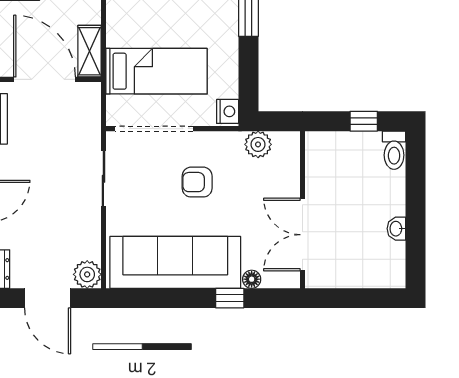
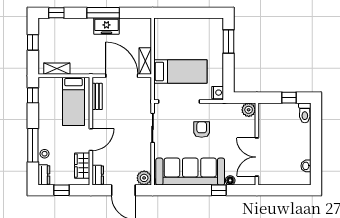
plant: (258, 144) -> (249, 110), moved
armchair: (197, 182) -> (202, 130), turned 90
washbasin: (396, 229) -> (306, 166), moved

